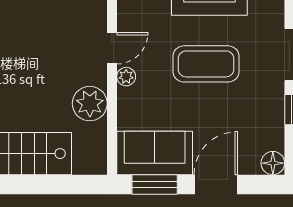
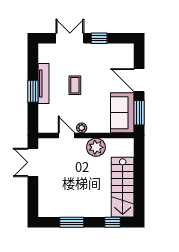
coffee table: (206, 64) -> (75, 85), width x0.54, depth x0.58
floor lamp: (273, 163) -> (128, 50), removed

